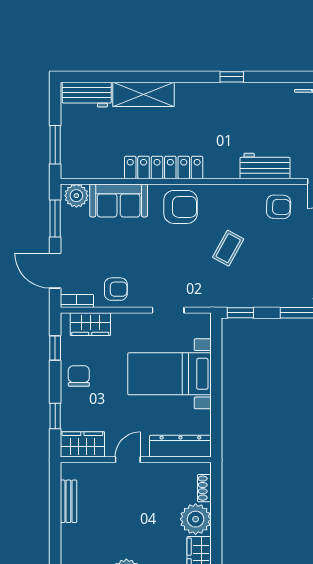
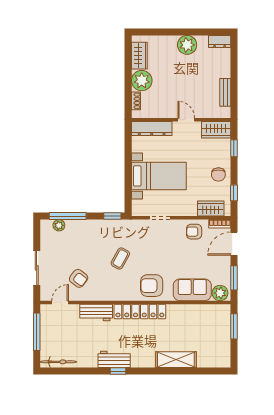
workbench: (87, 95) -> (114, 359), moved
locker: (164, 167) -> (140, 312), moved
armchair: (279, 207) -> (79, 278), moved, turned -145
door: (55, 271) -> (234, 244), swing flipped
door: (128, 460) -> (186, 120), swing flipped

